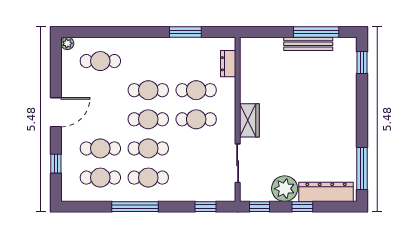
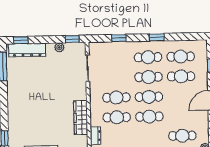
wardrobe: (249, 120) -> (81, 118), moved, width x1.50
plant: (285, 189) -> (59, 47), width x0.53, depth x0.53
window: (135, 207) -> (157, 37), width x0.46
window: (206, 207) -> (119, 38), moved
window: (302, 207) -> (21, 40), moved

